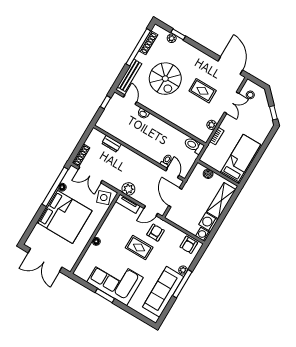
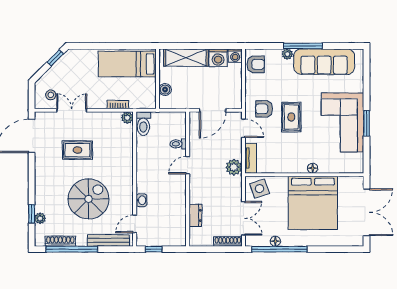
rug: (203, 91) -> (77, 150), turned 90
plant: (212, 125) -> (127, 118), moved
door: (172, 173) -> (188, 165), moved
bed: (64, 217) -> (313, 203), moved, turned 180

